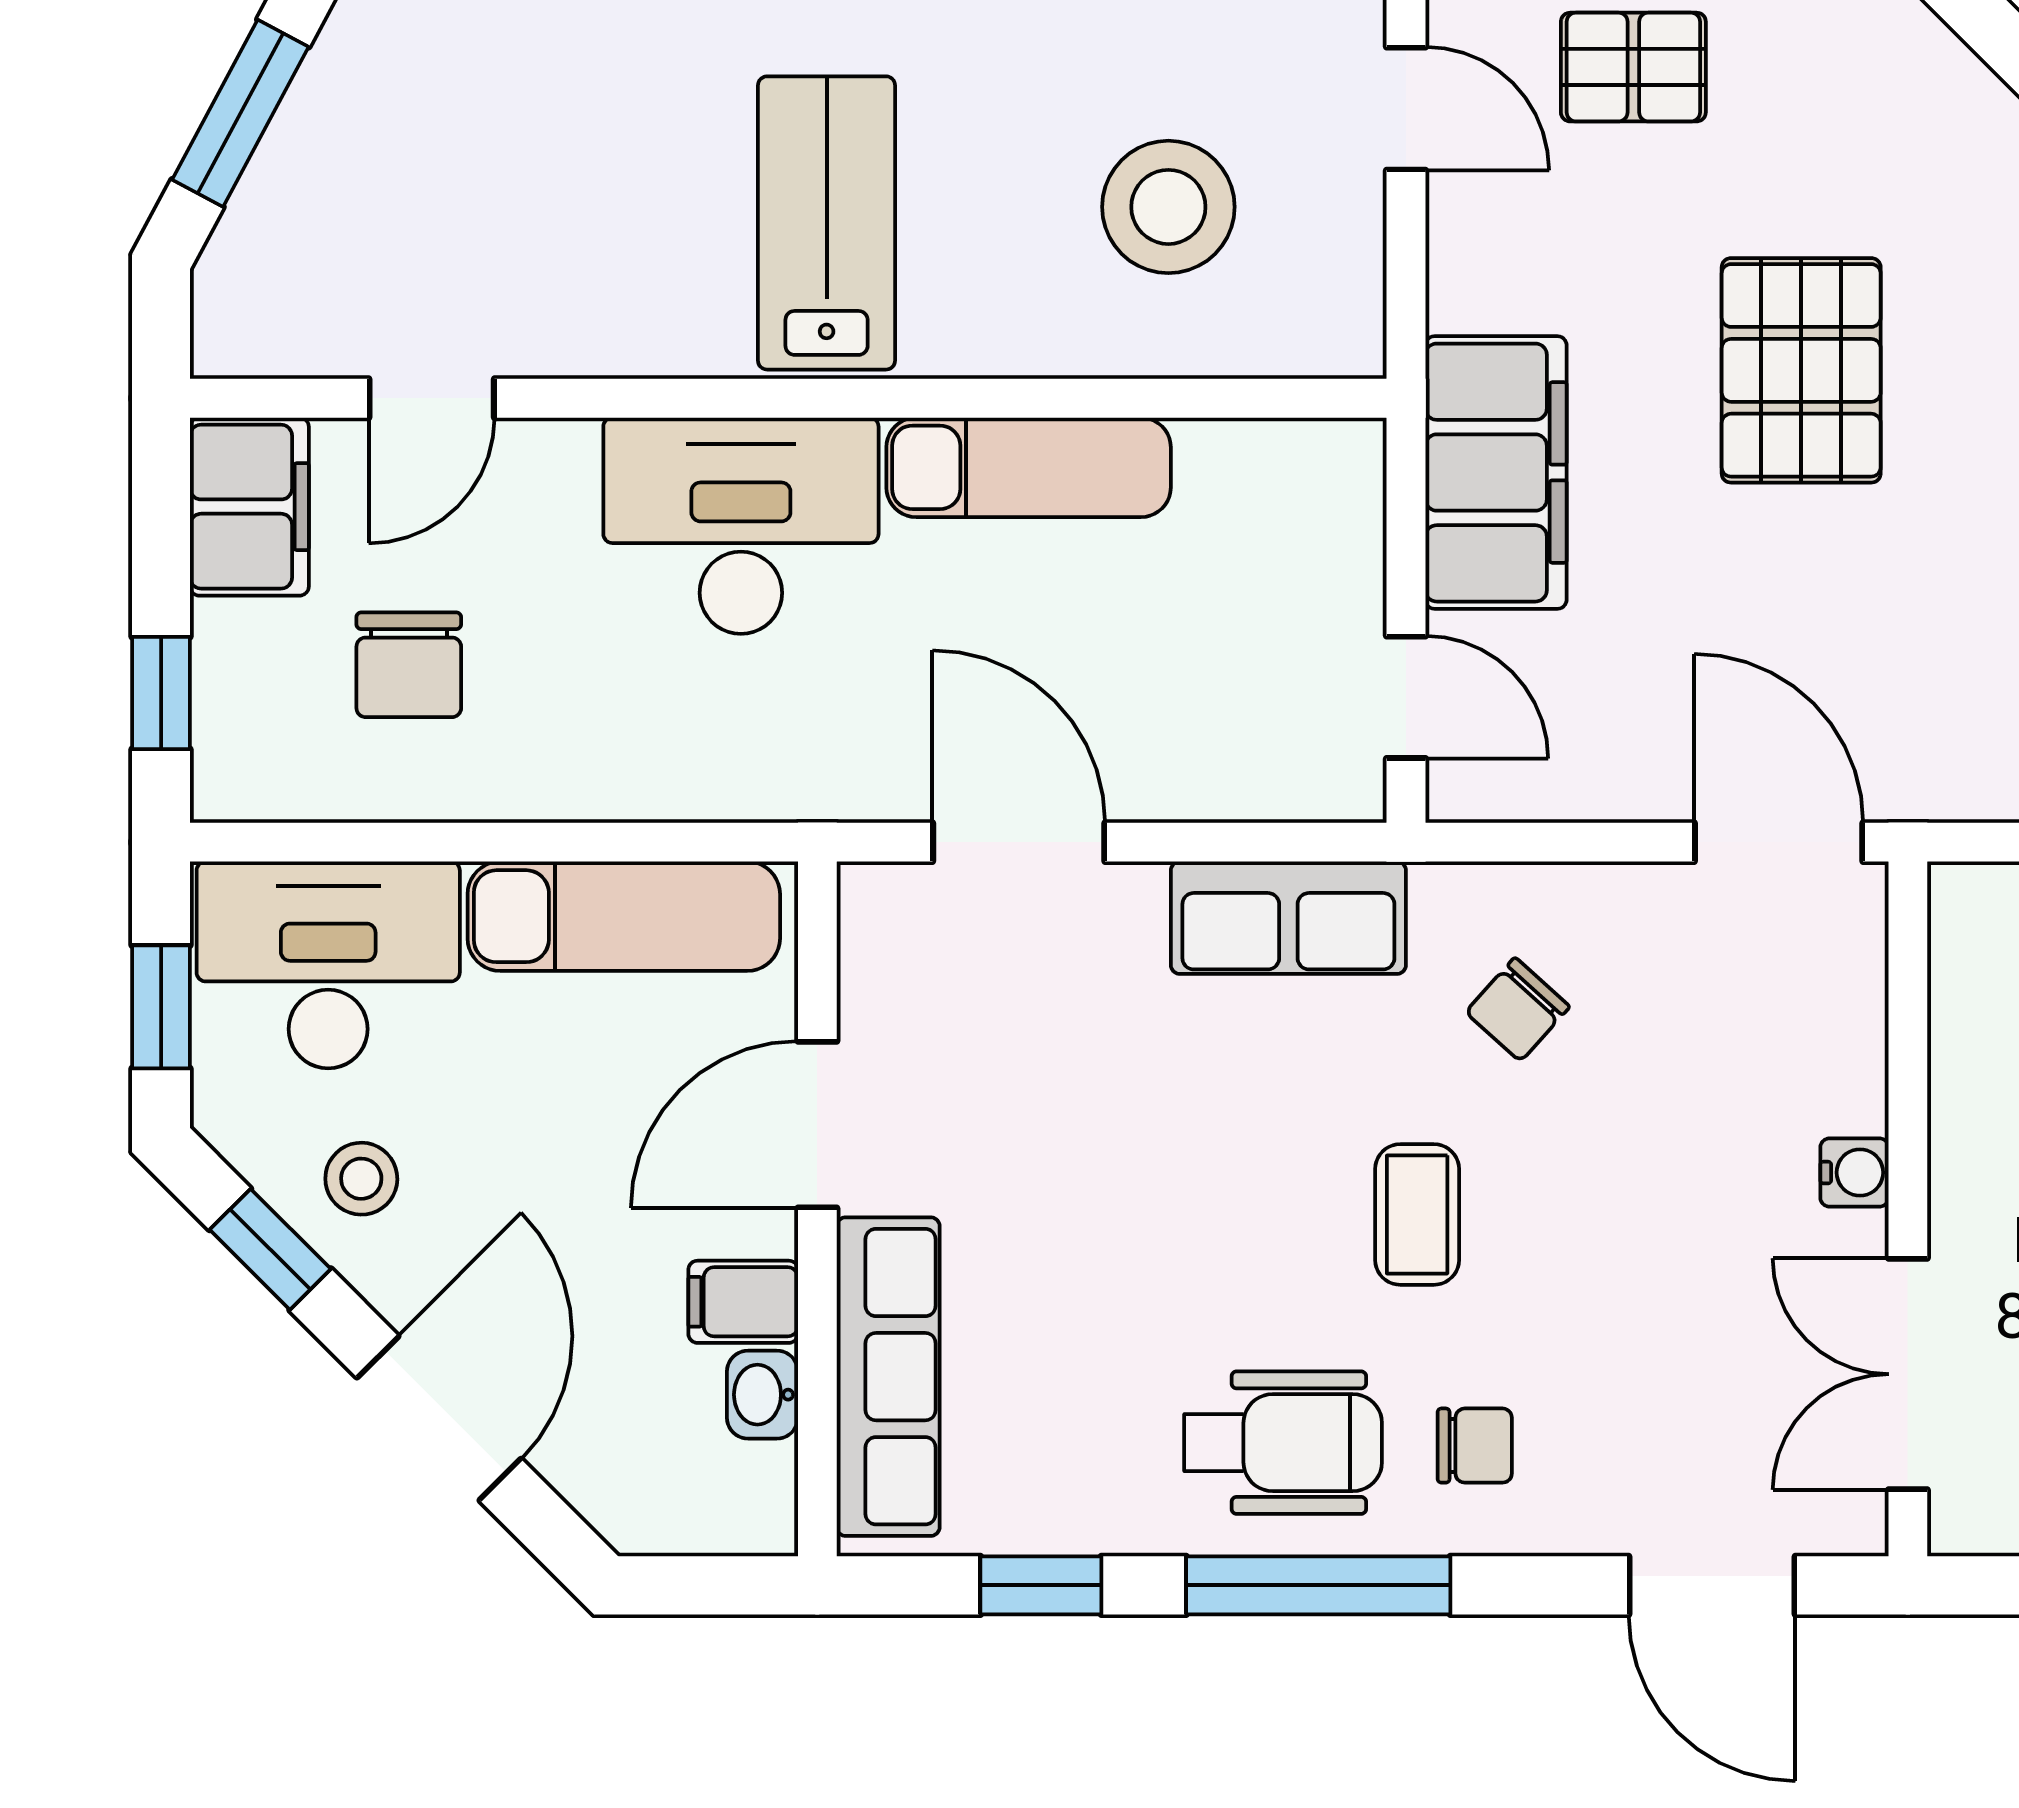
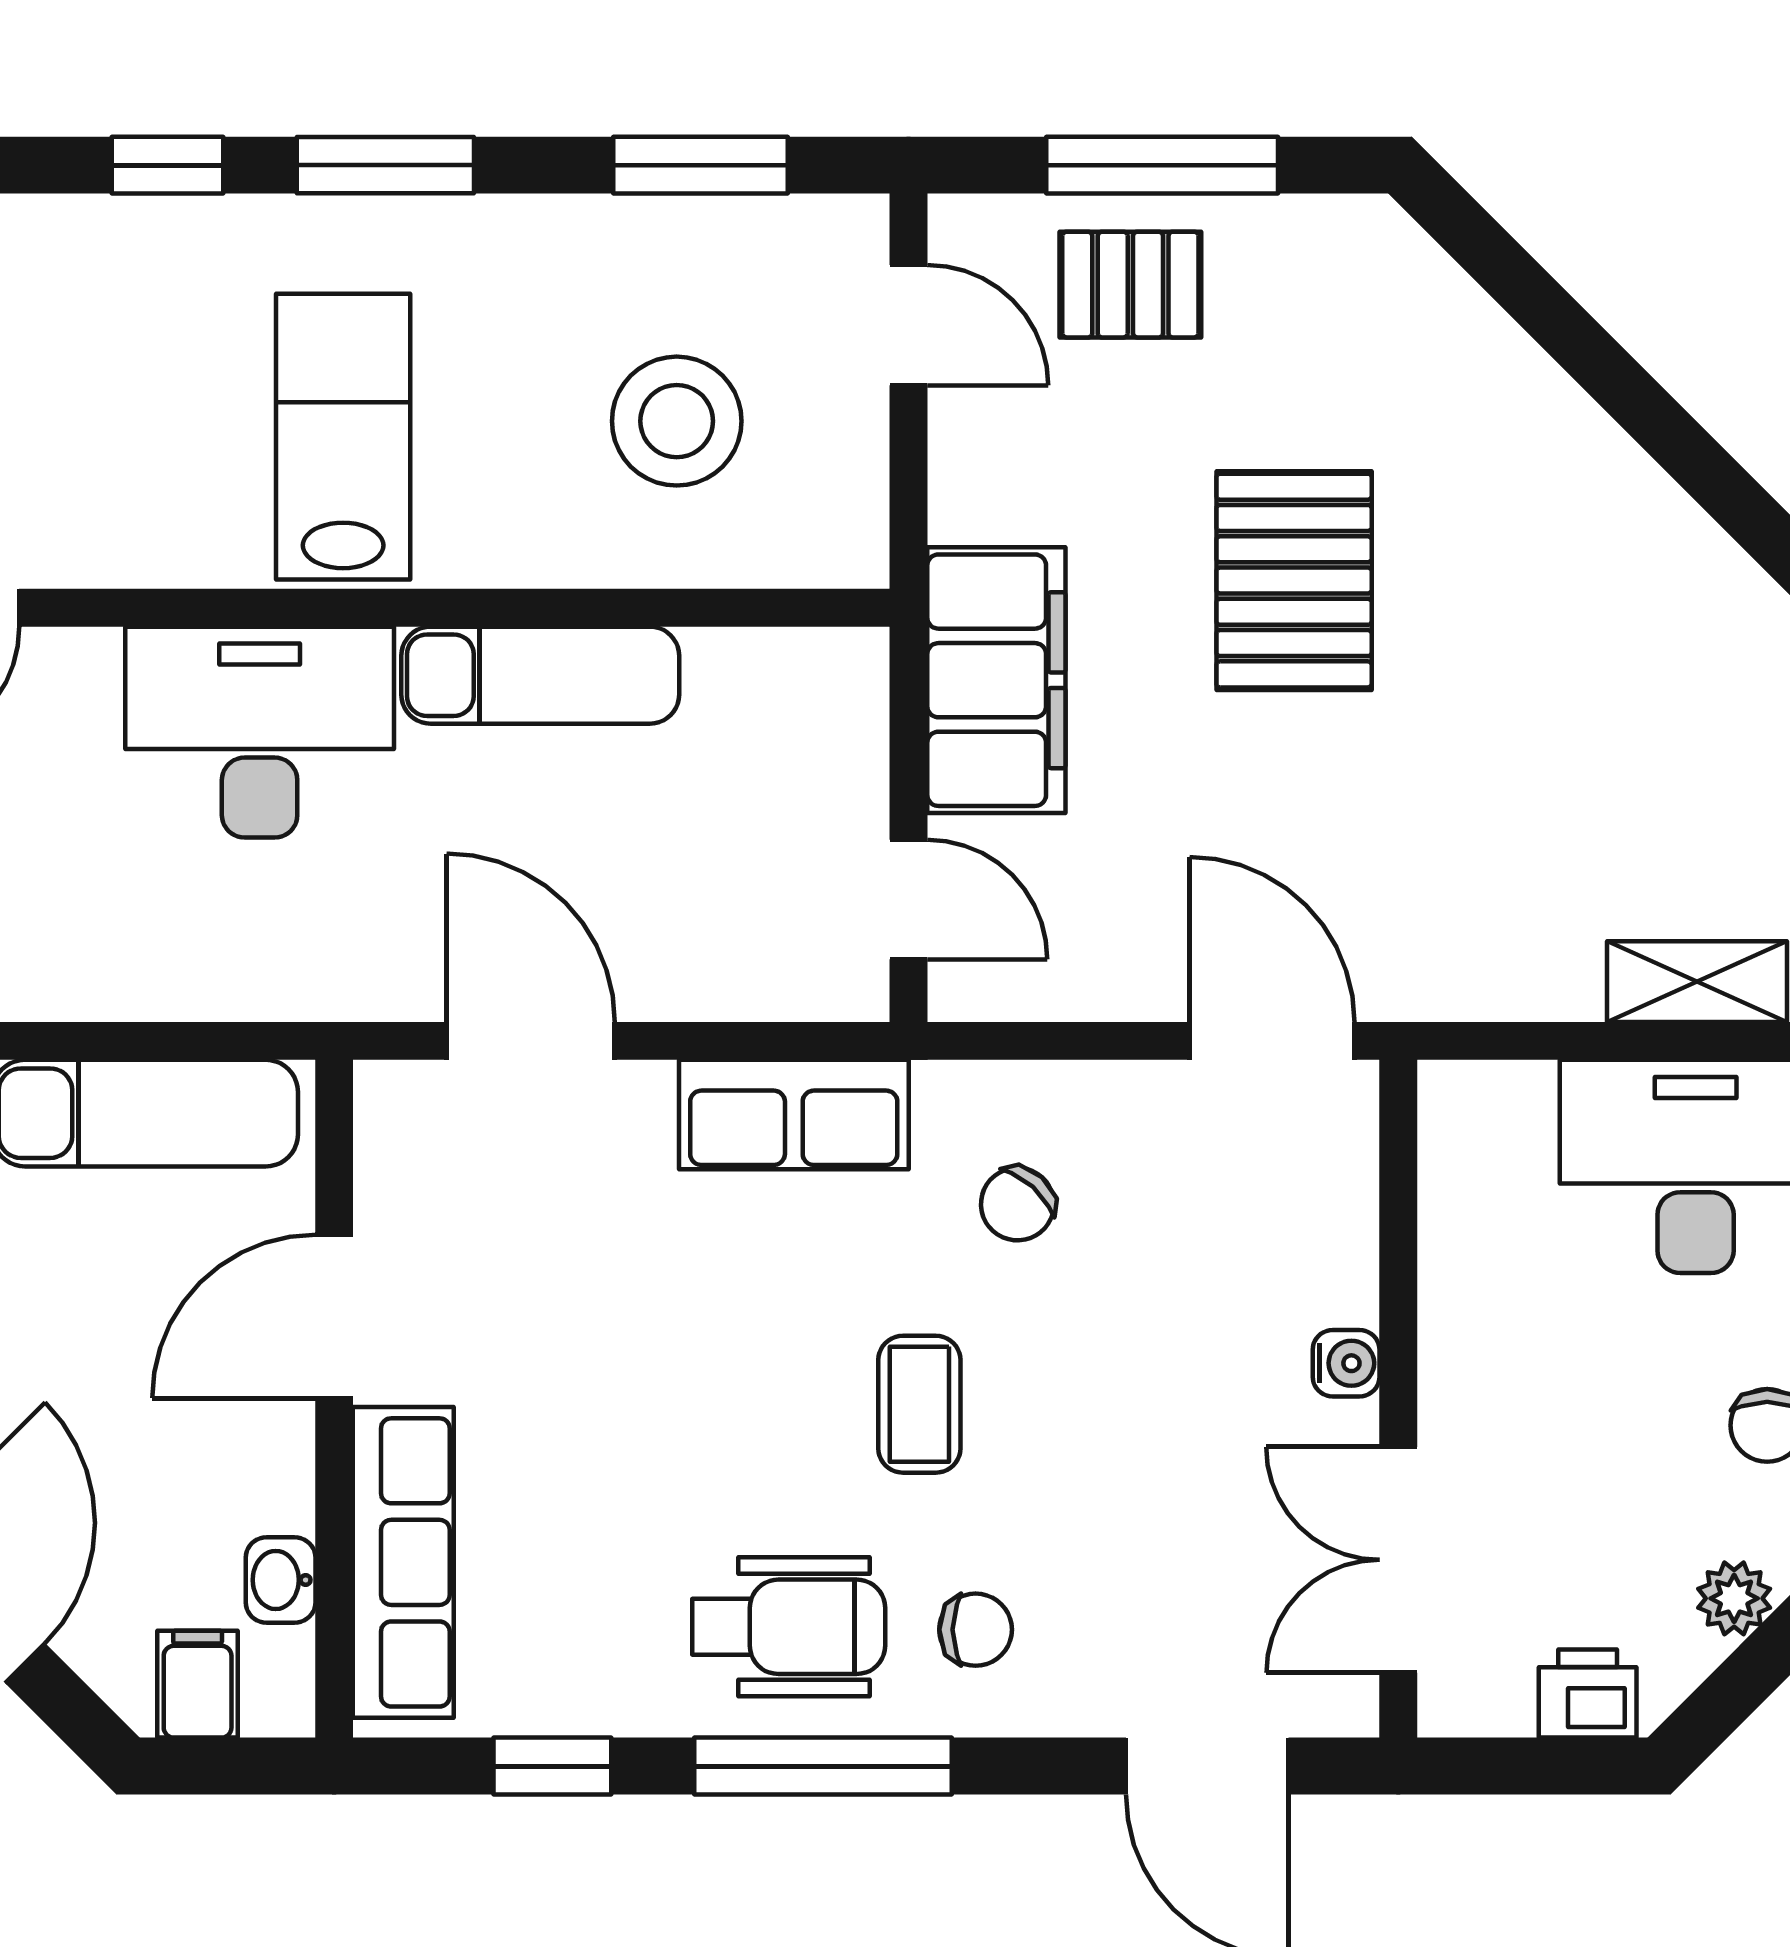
filing cabinet: (743, 1302) -> (198, 1684), moved, turned 90

